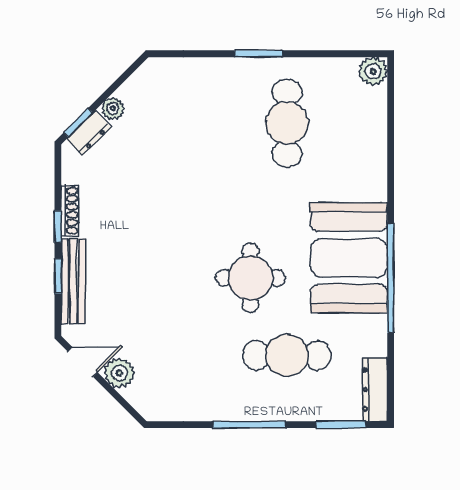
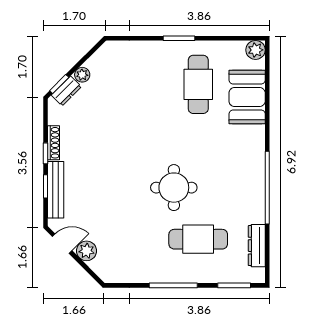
booth: (349, 258) -> (247, 97), moved, width x0.73, depth x0.70
dresser: (375, 390) -> (257, 246), moved

